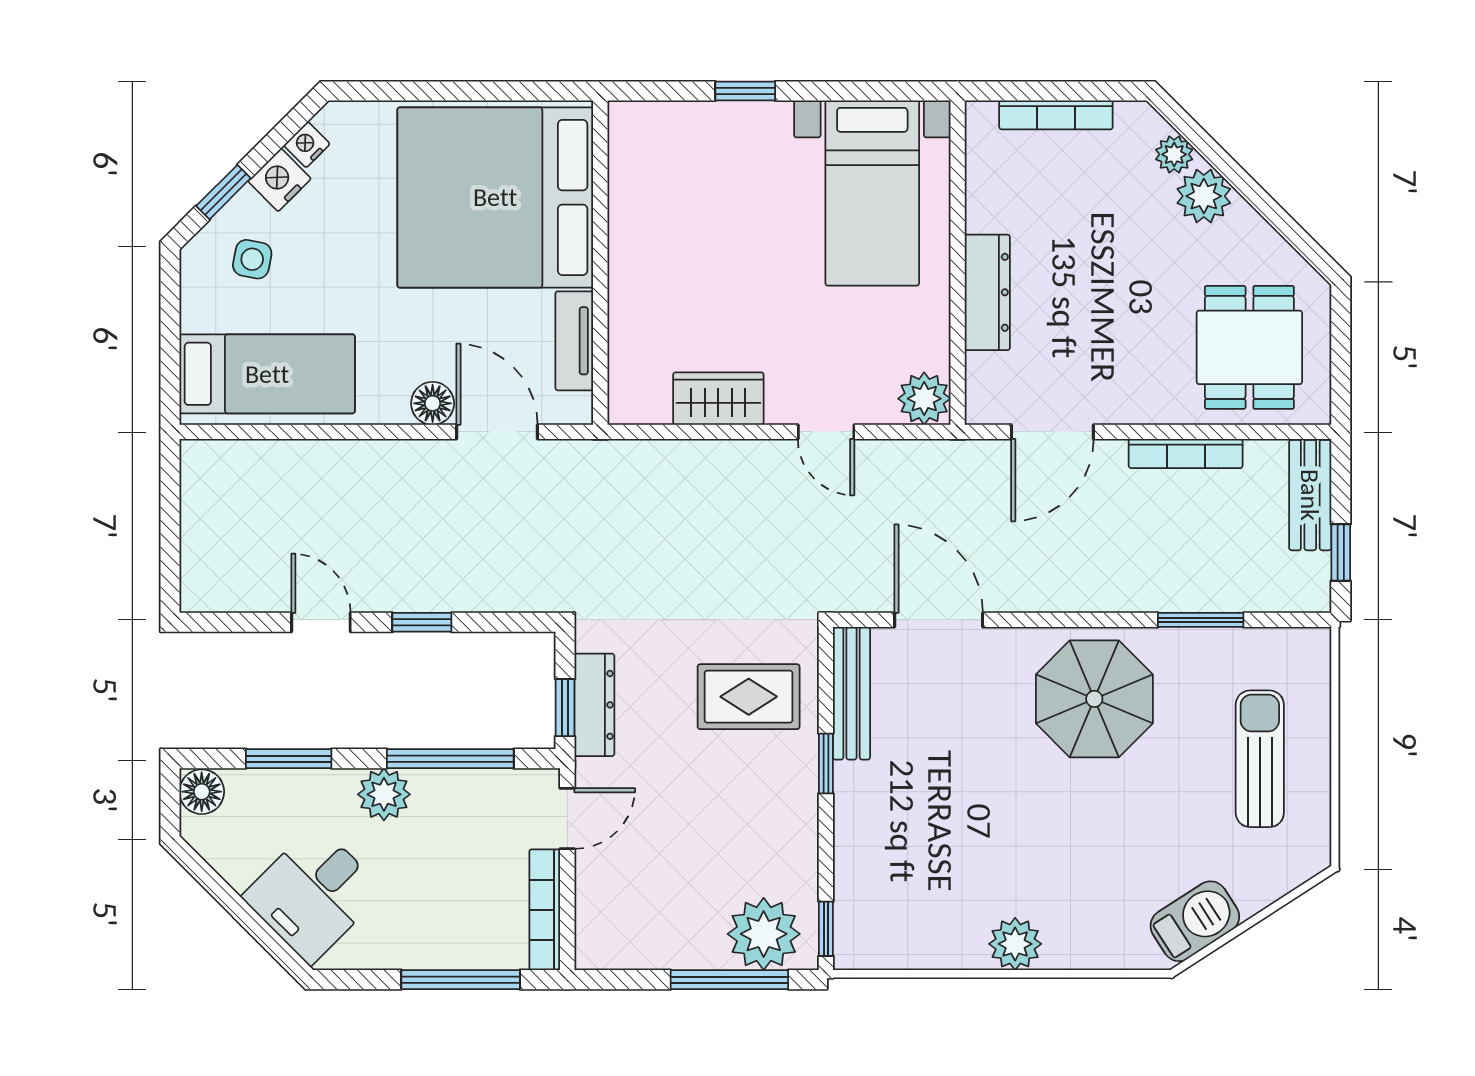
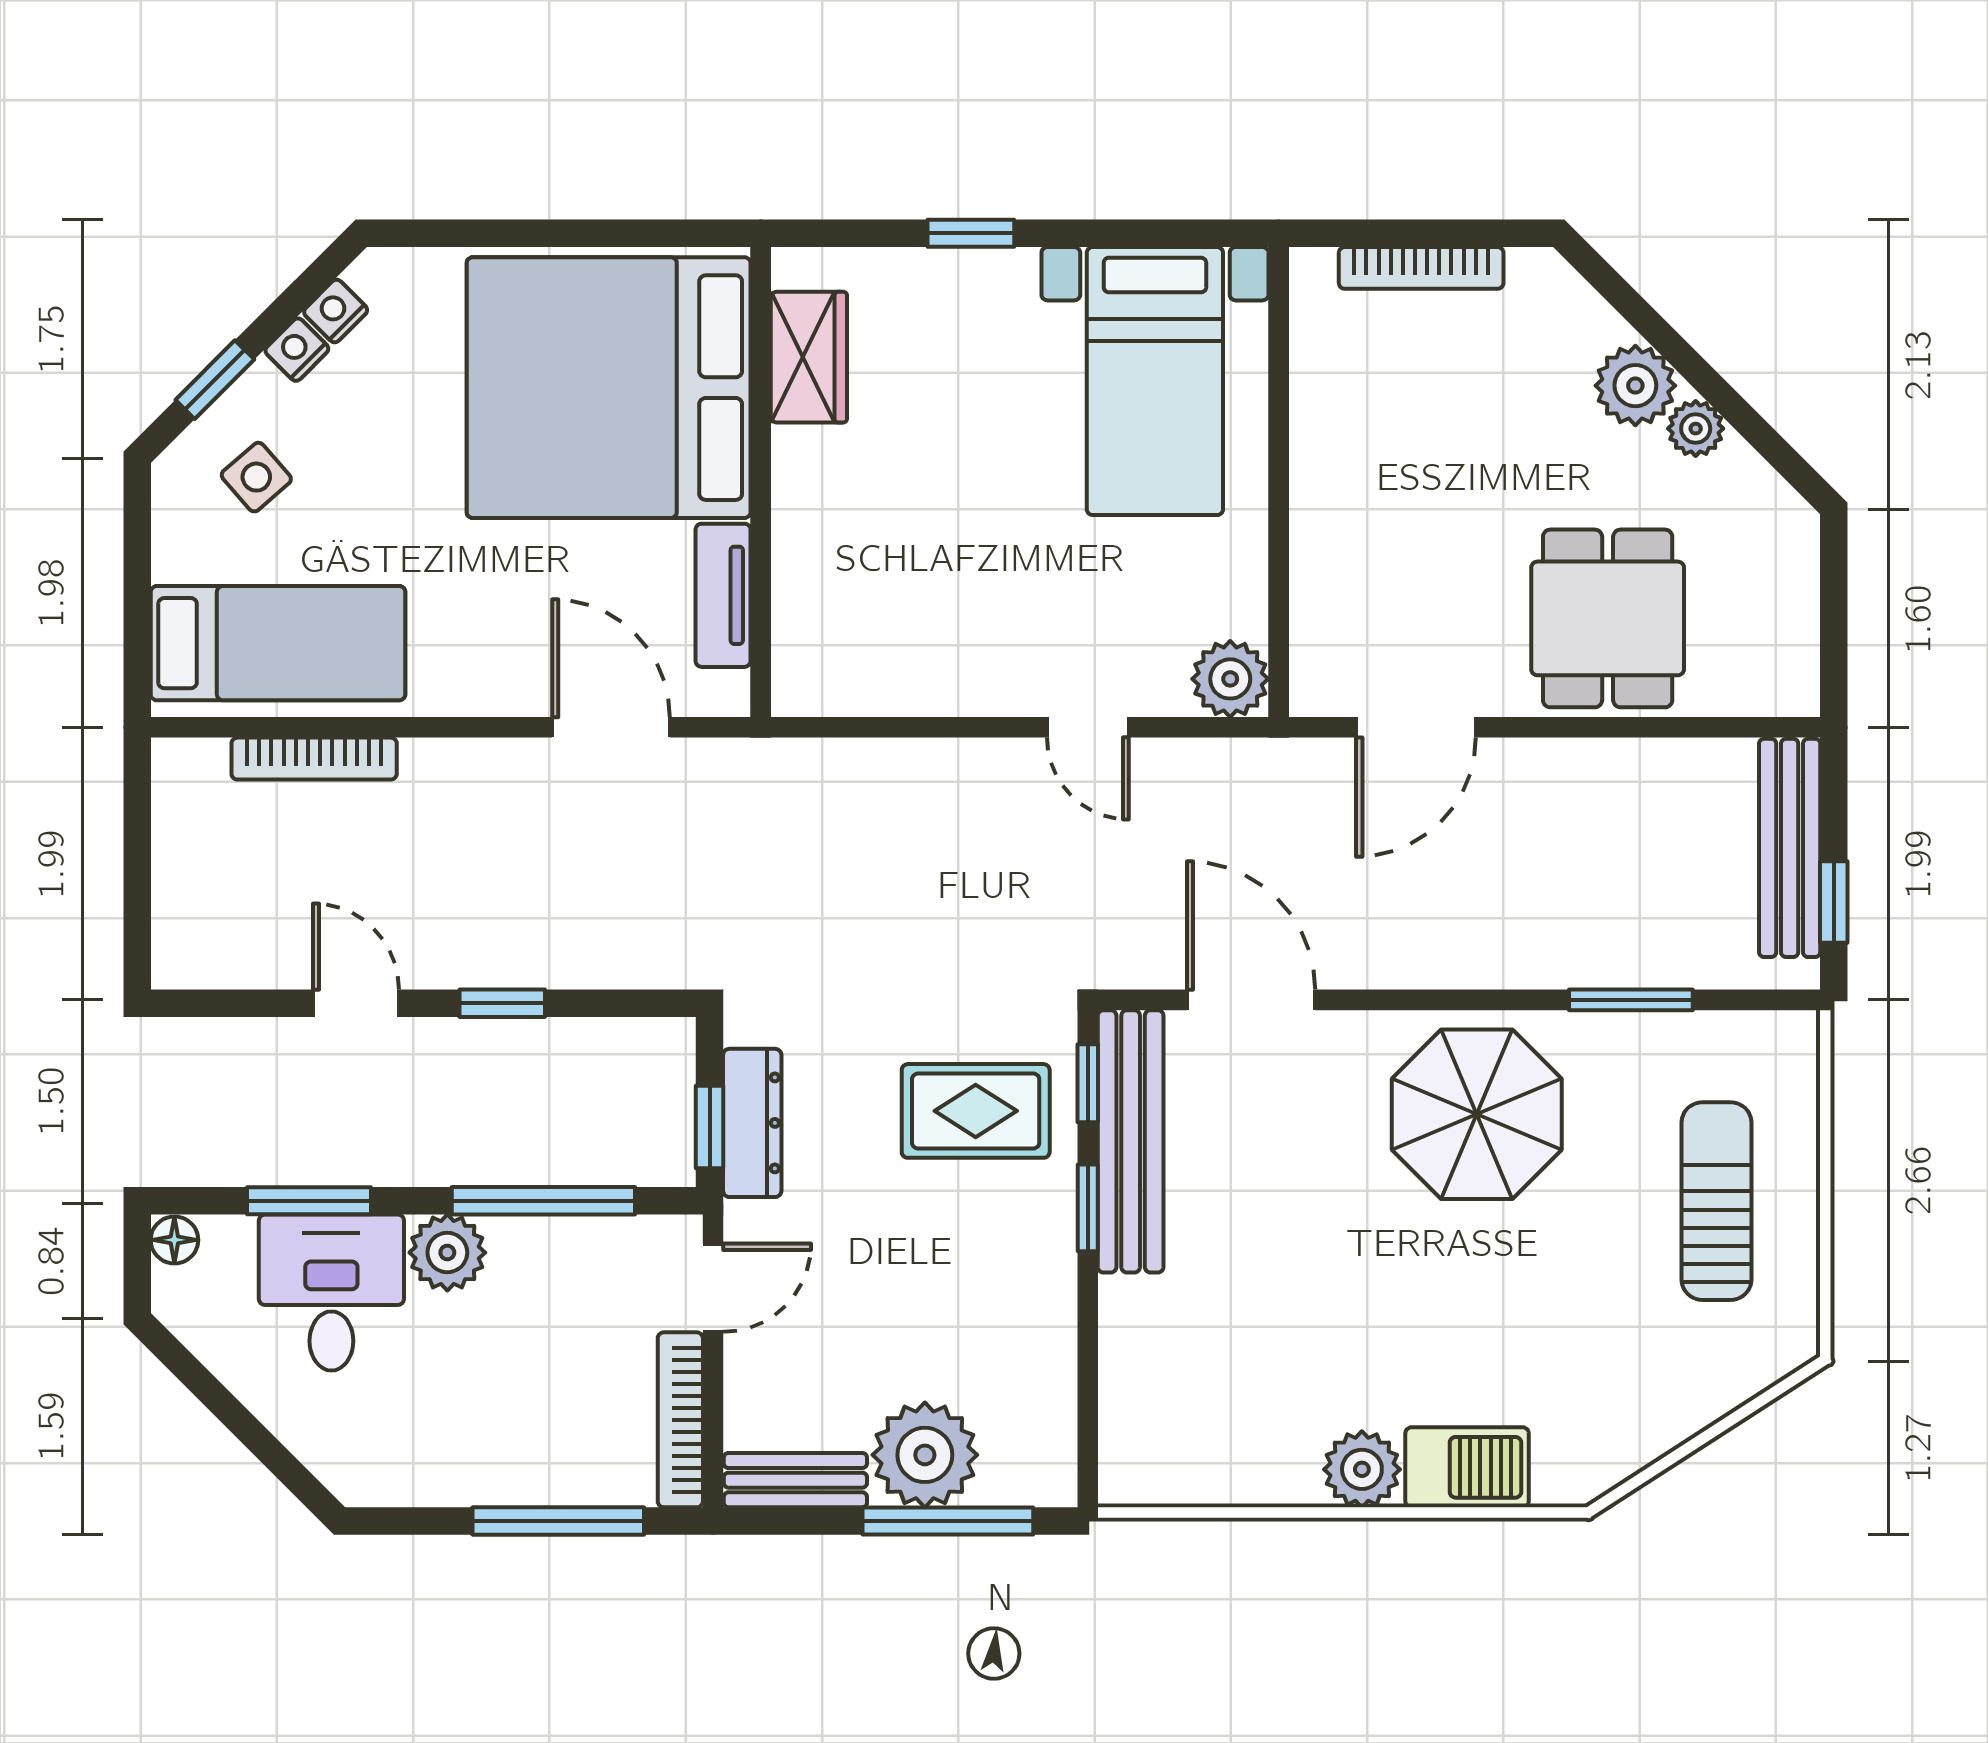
plant: (1174, 154) -> (1696, 429), moved
nightstand: (280, 180) -> (297, 350), width x0.72, depth x0.74
side table: (252, 259) -> (256, 477), turned 38
dresser: (987, 292) -> (1322, 525), removed
dining table: (1249, 347) -> (1608, 618), moved
wardrobe: (718, 399) -> (809, 357), moved, turned 90
floor lamp: (433, 403) -> (518, 686), removed
bookcase: (1186, 453) -> (314, 759), moved
bench: (1310, 495) -> (1790, 848), width x1.36
bench: (852, 693) -> (1131, 1141), width x1.37, depth x1.21
floor lamp: (202, 792) -> (174, 1240), width x0.73, depth x0.73
desk: (313, 894) -> (331, 1293), moved, turned 135
barbecue: (1195, 921) -> (1467, 1467), moved, turned 33
window: (826, 929) -> (1088, 1083), moved
plant: (764, 934) -> (925, 1455), moved
bench: (624, 951) -> (795, 1480), added

